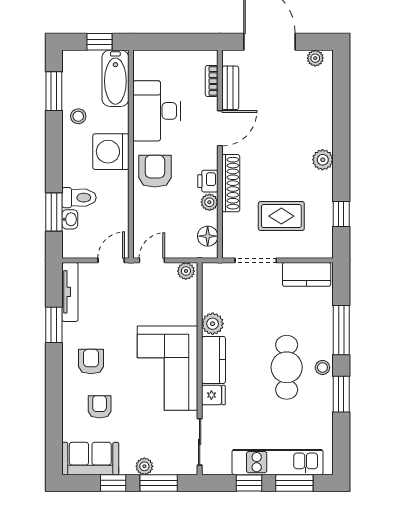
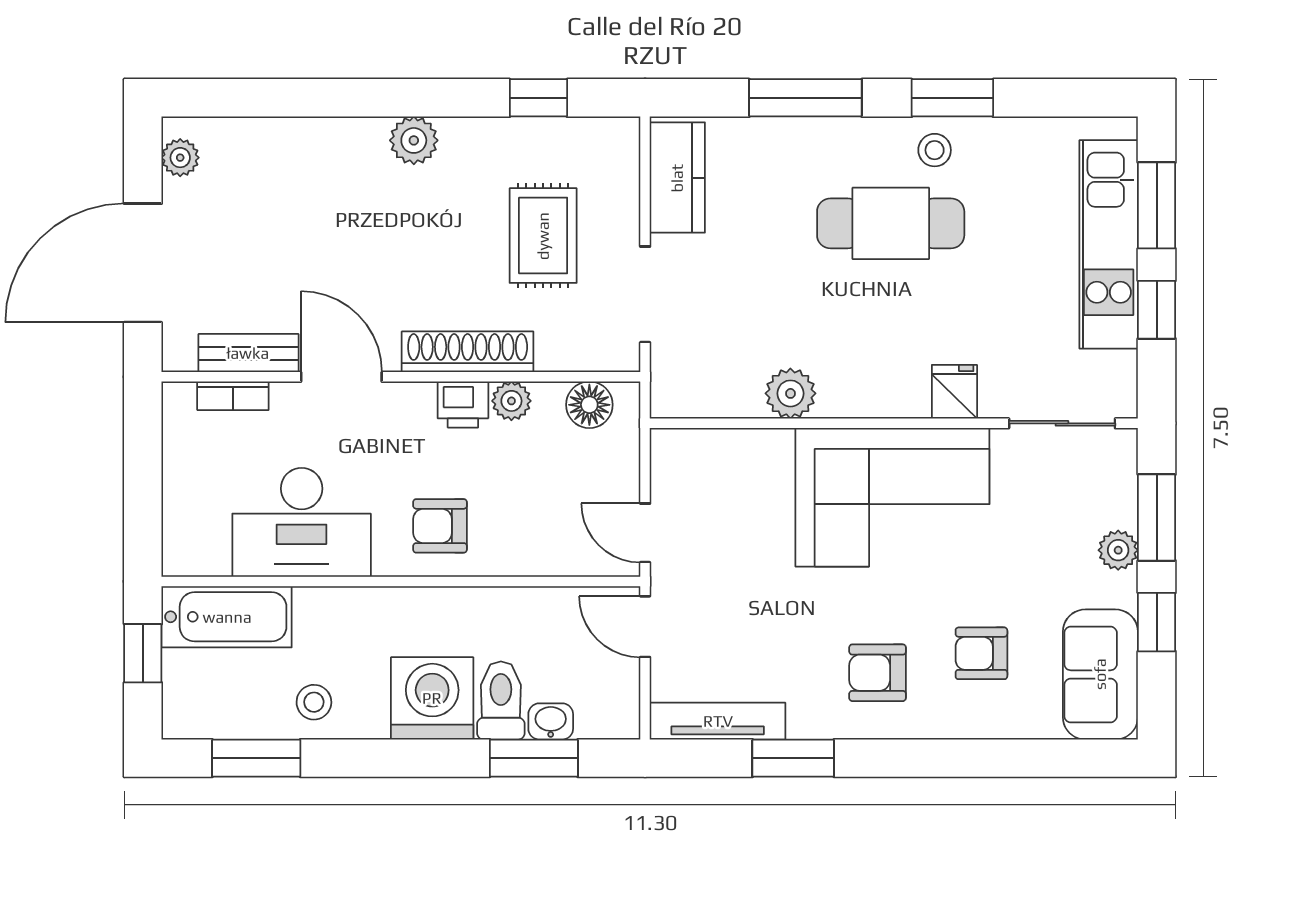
washing machine: (111, 152) -> (432, 698), moved, turned 180
armchair: (155, 171) -> (440, 526), width x0.72, depth x0.72
plant: (186, 271) -> (669, 455), removed
kitchen counter: (213, 360) -> (874, 391), removed
stool: (322, 367) -> (935, 150), moved

